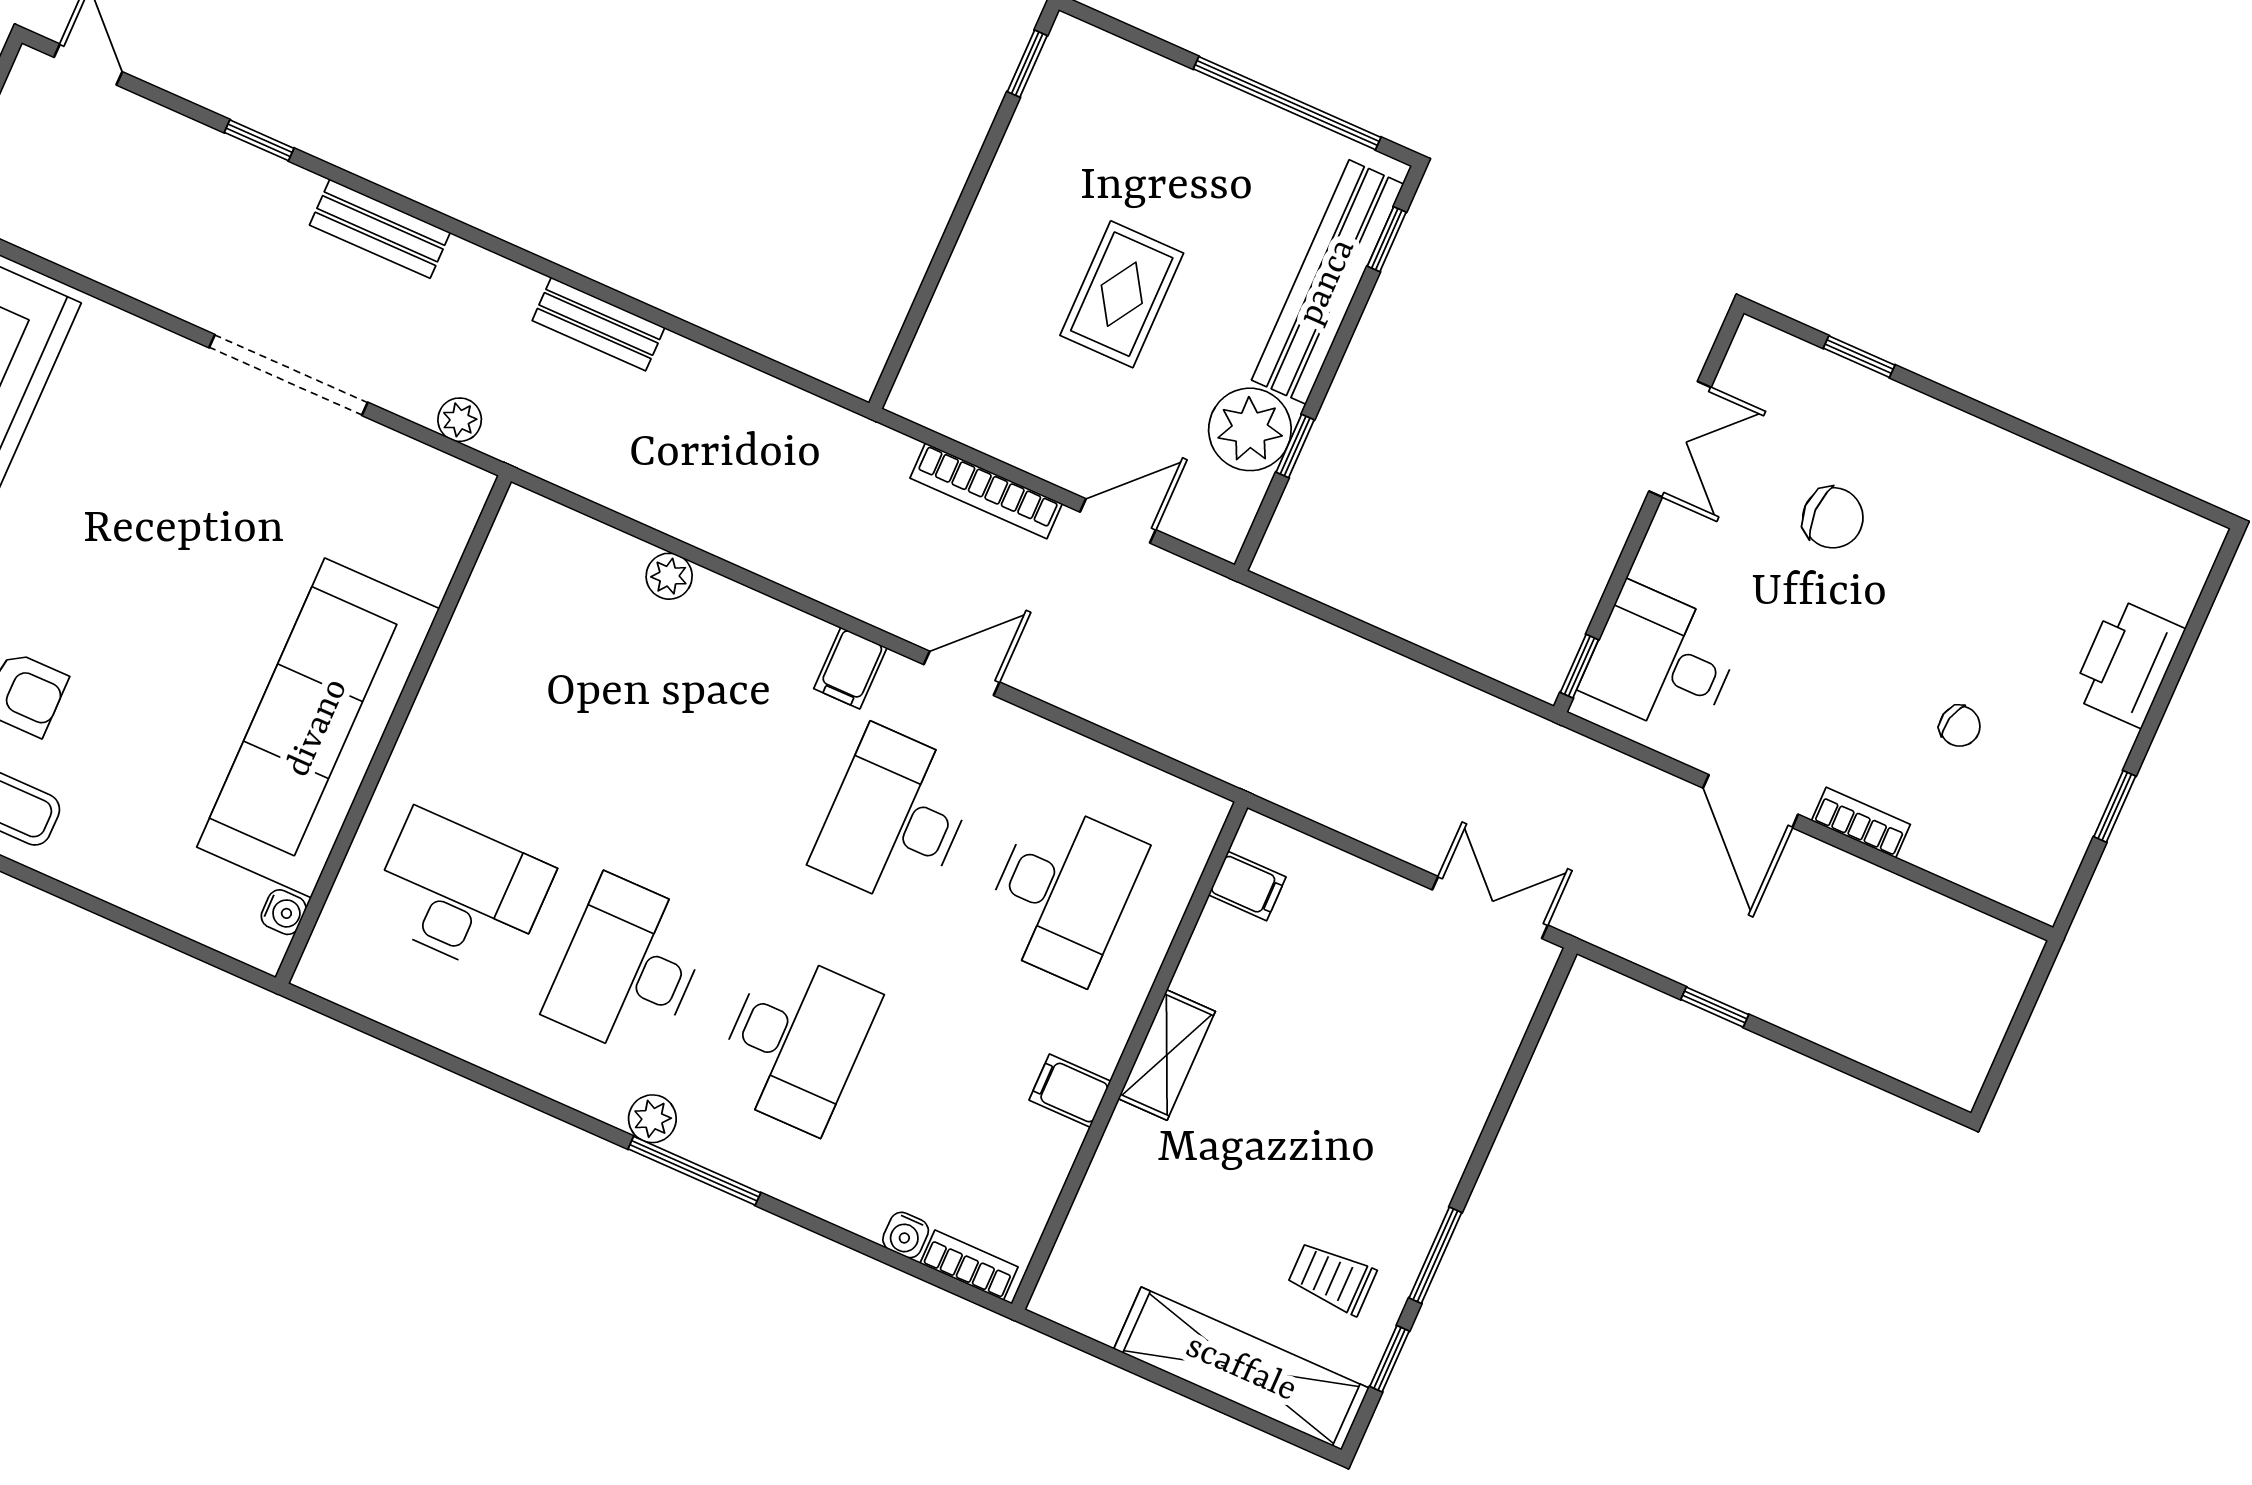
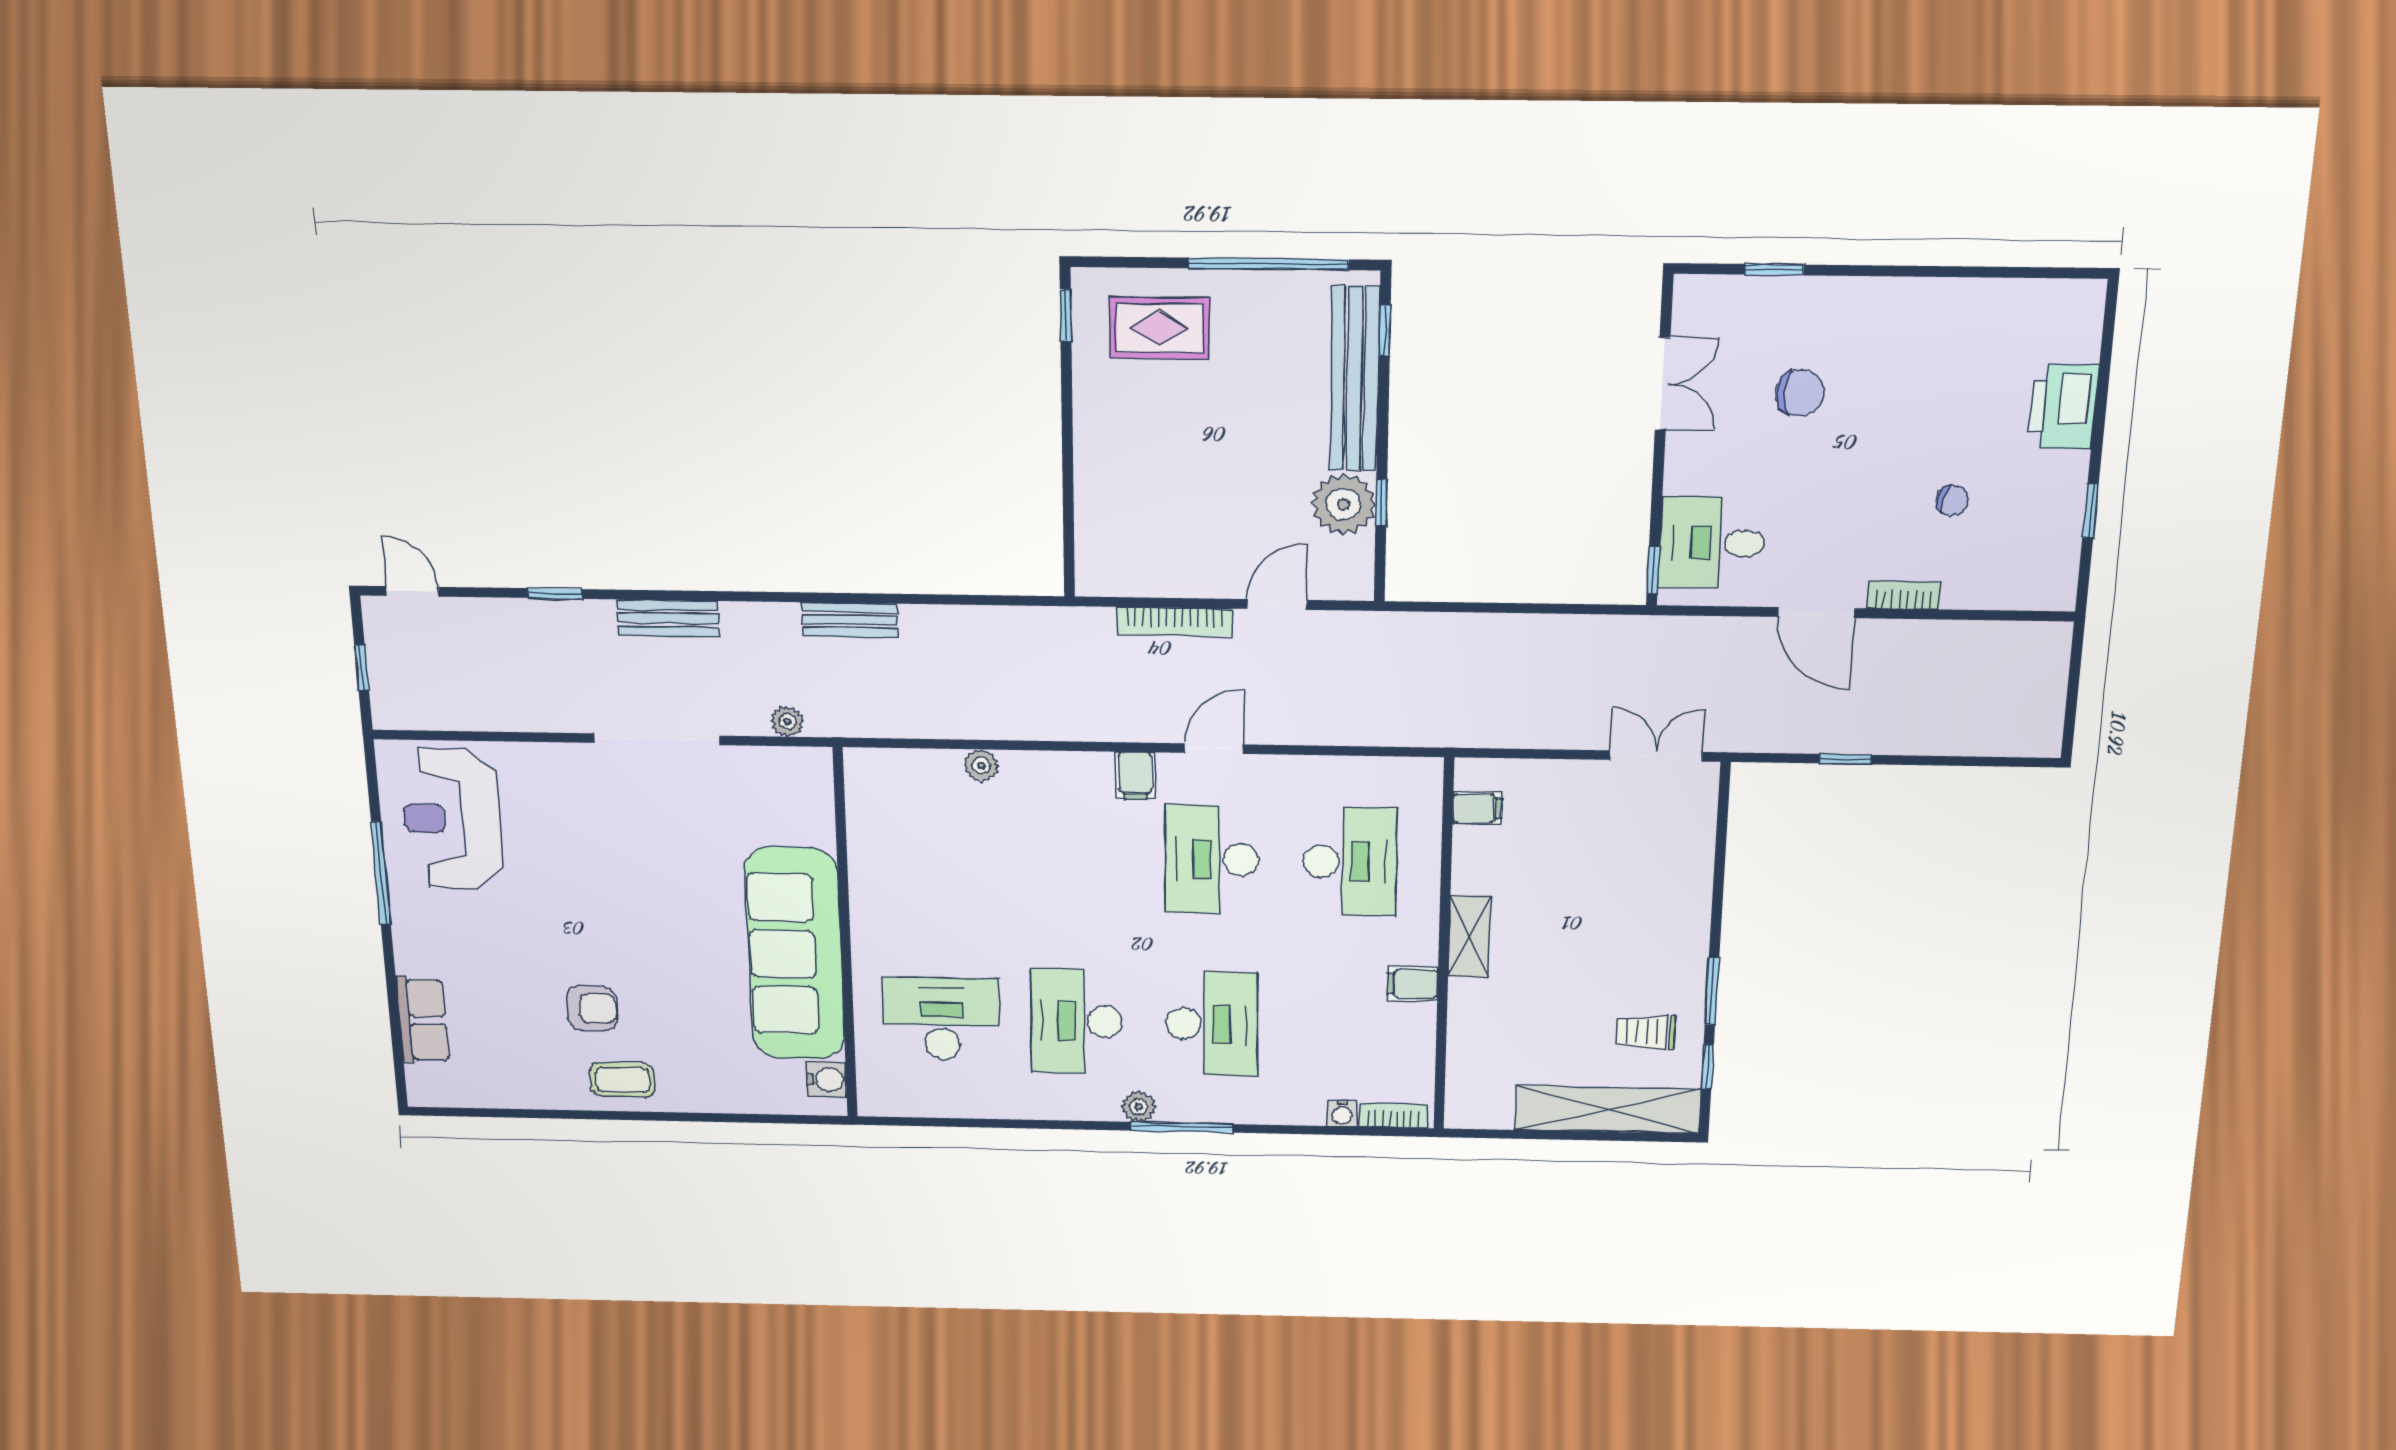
rug: (1122, 294) -> (1160, 328), moved, turned 90
water cooler: (284, 912) -> (826, 1080), width x1.38, depth x1.38

